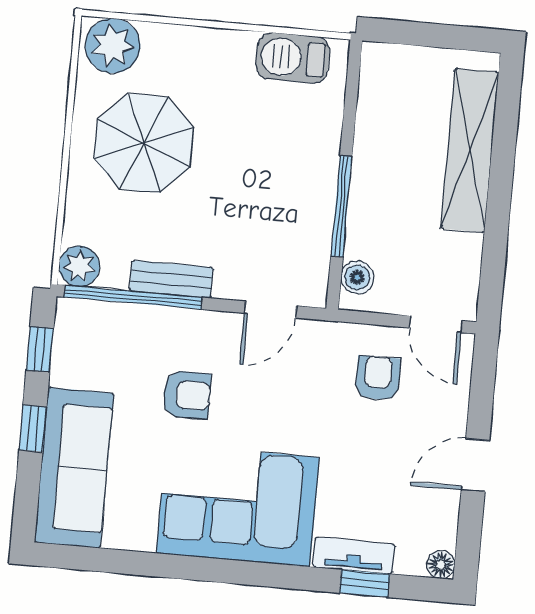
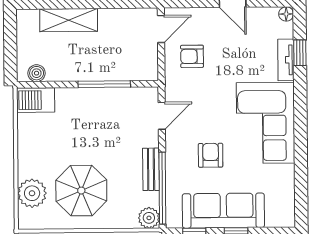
plant: (113, 46) -> (32, 193), moved
barbecue: (293, 58) -> (36, 100), moved, turned 90
shelving: (470, 151) -> (69, 20), width x0.68
boiler: (357, 277) -> (37, 73), moved
door: (271, 309) -> (162, 116), hinge flipped
sofa: (74, 468) -> (223, 211), moved

